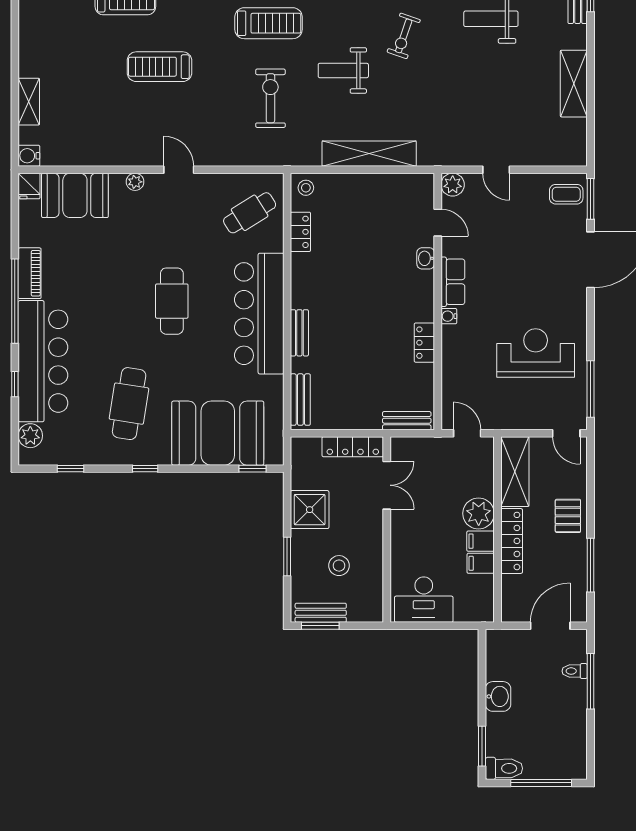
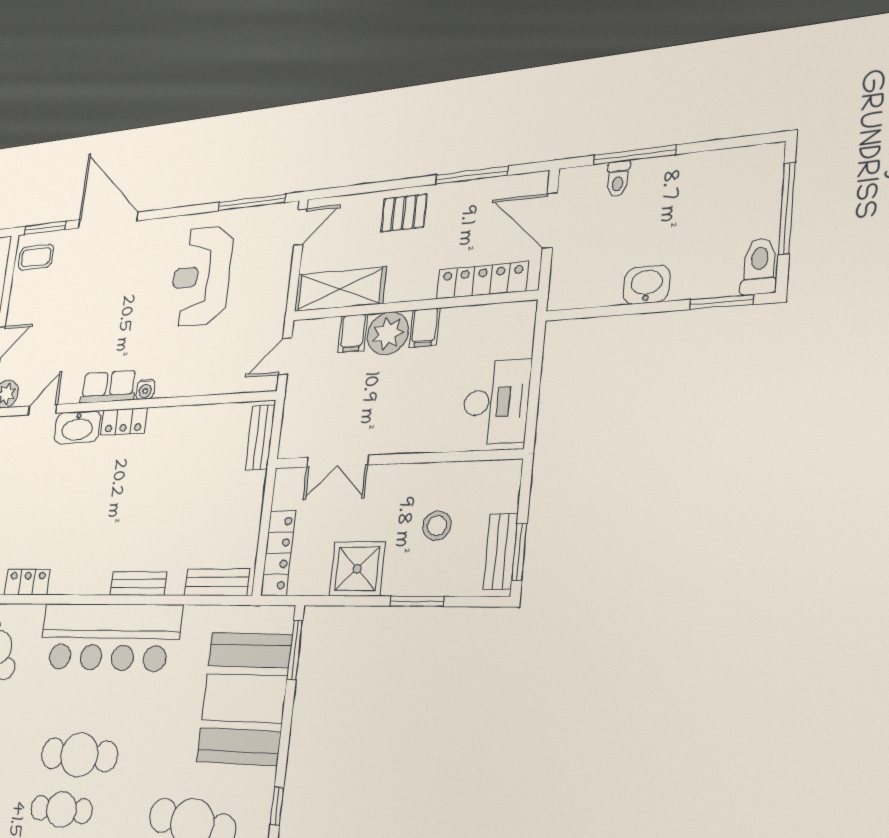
coffee table: (566, 194) -> (36, 257), turned 90
washbasin: (426, 258) -> (77, 427), width x1.91, depth x1.45
cafe table: (131, 292) -> (61, 810), added
locker: (424, 343) -> (124, 422), moved
locker: (353, 447) -> (278, 553), moved
window: (252, 469) -> (295, 650), width x1.50
double door: (387, 485) -> (338, 461), swing flipped
locker: (512, 541) -> (482, 280), moved
filing cabinet: (481, 563) -> (353, 333), moved

